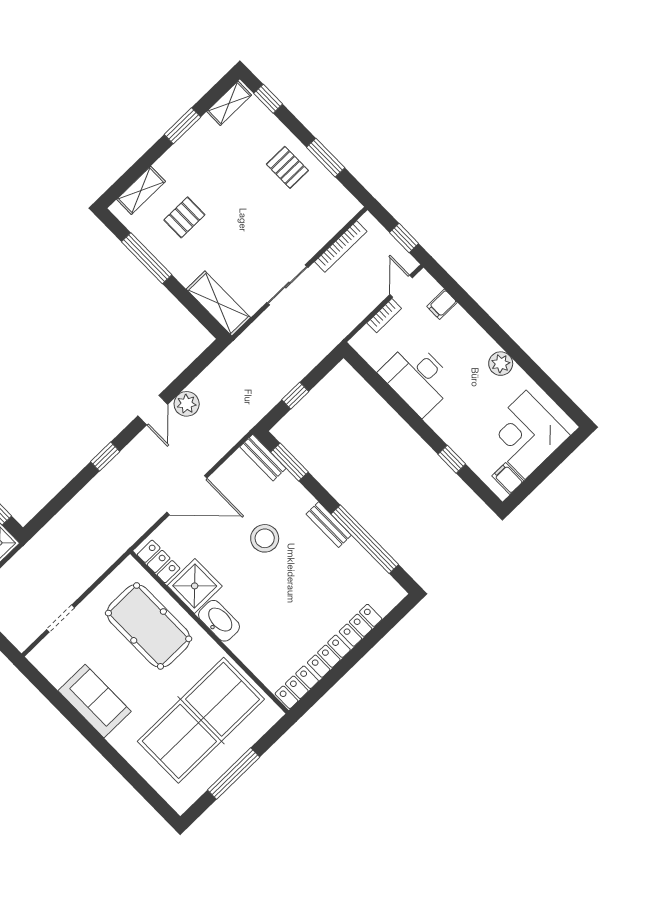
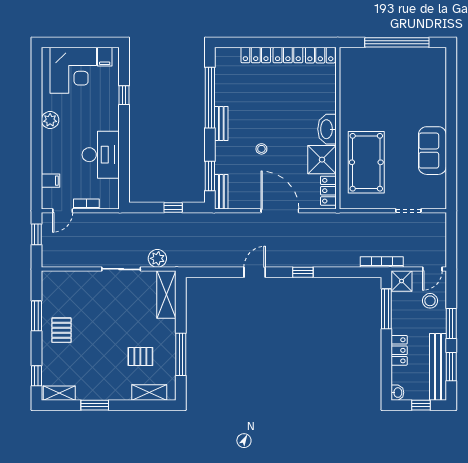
bookcase: (341, 247) -> (382, 262), moved
plant: (187, 404) -> (157, 258), moved
stool: (265, 538) -> (261, 149), width x0.53, depth x0.53
table tennis table: (201, 720) -> (387, 87), removed
window: (234, 773) -> (397, 42), width x1.46

